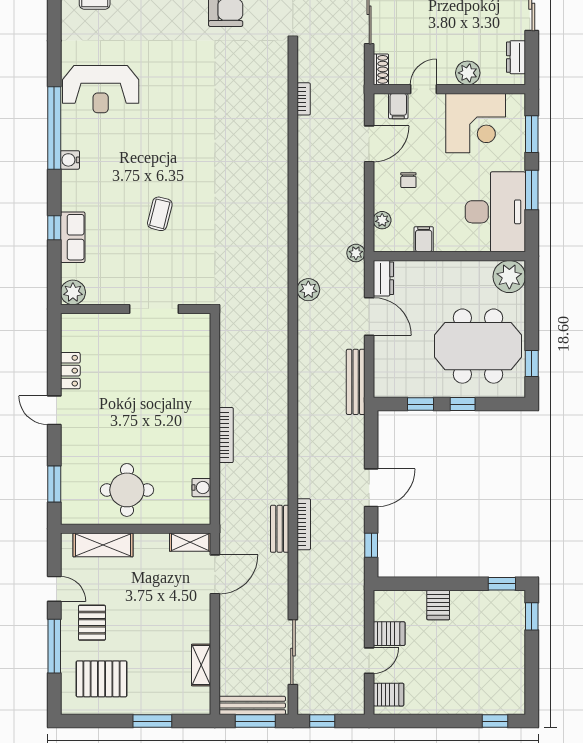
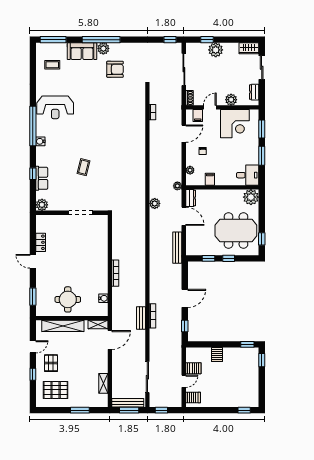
desk: (495, 212) -> (248, 175), width x0.53, depth x0.77
shelving: (103, 545) -> (63, 326), width x1.47
door: (54, 589) -> (33, 347), hinge flipped
window: (54, 646) -> (33, 374), width x0.46

